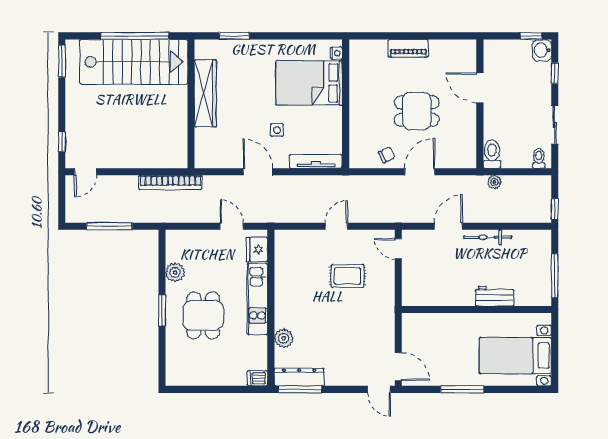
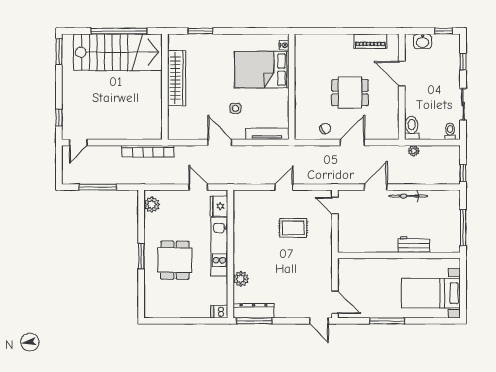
piano: (408, 48) -> (370, 41), moved
washbasin: (542, 50) -> (423, 41), moved, turned -90
plant: (175, 272) -> (152, 205), moved

